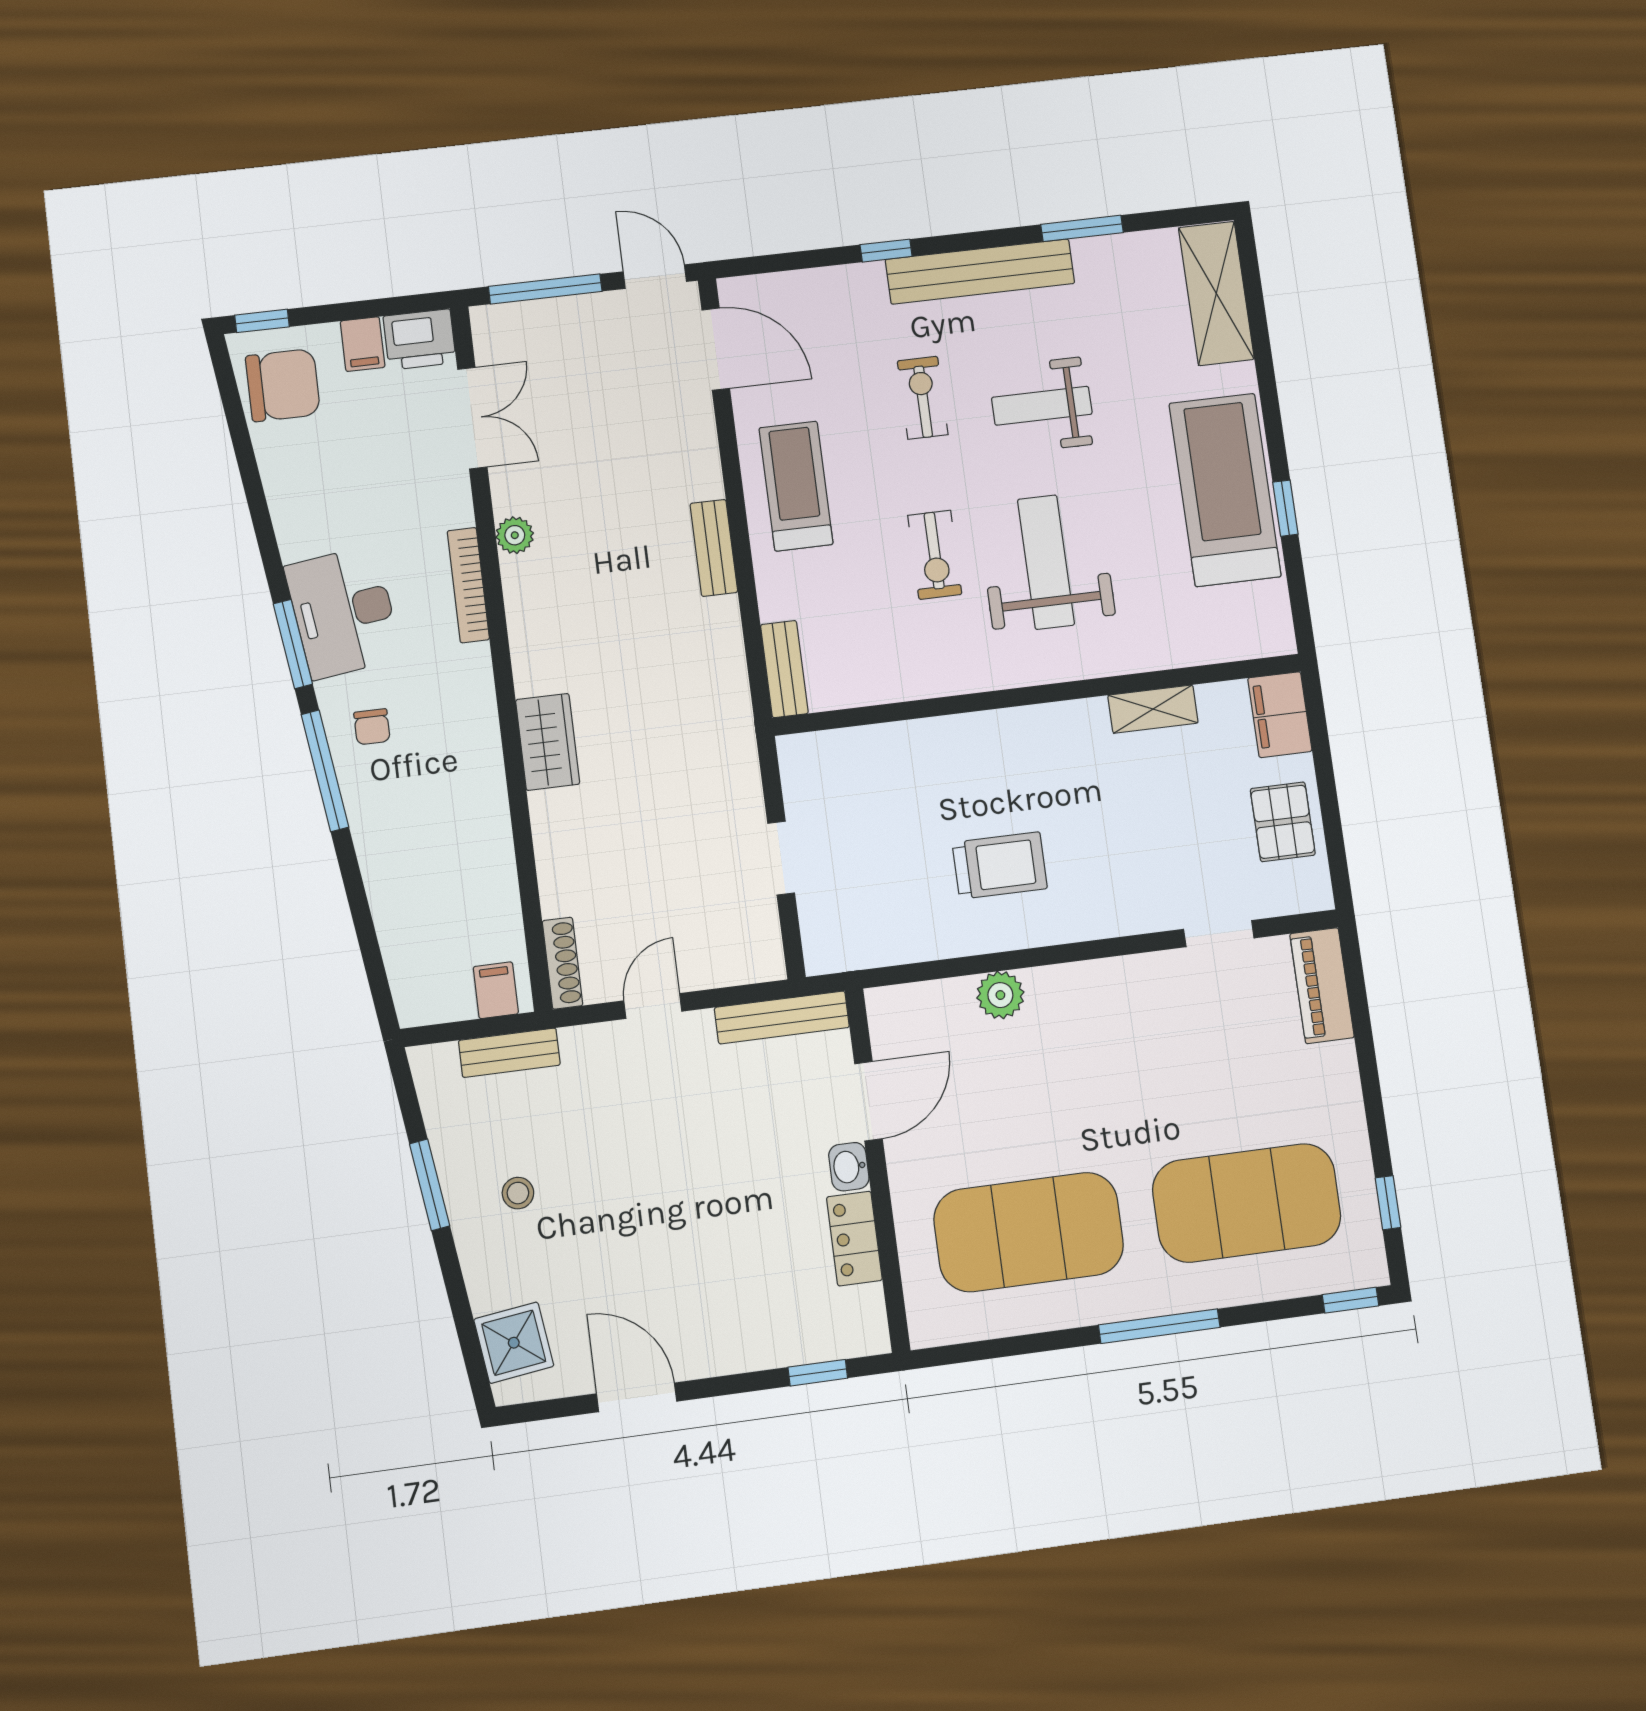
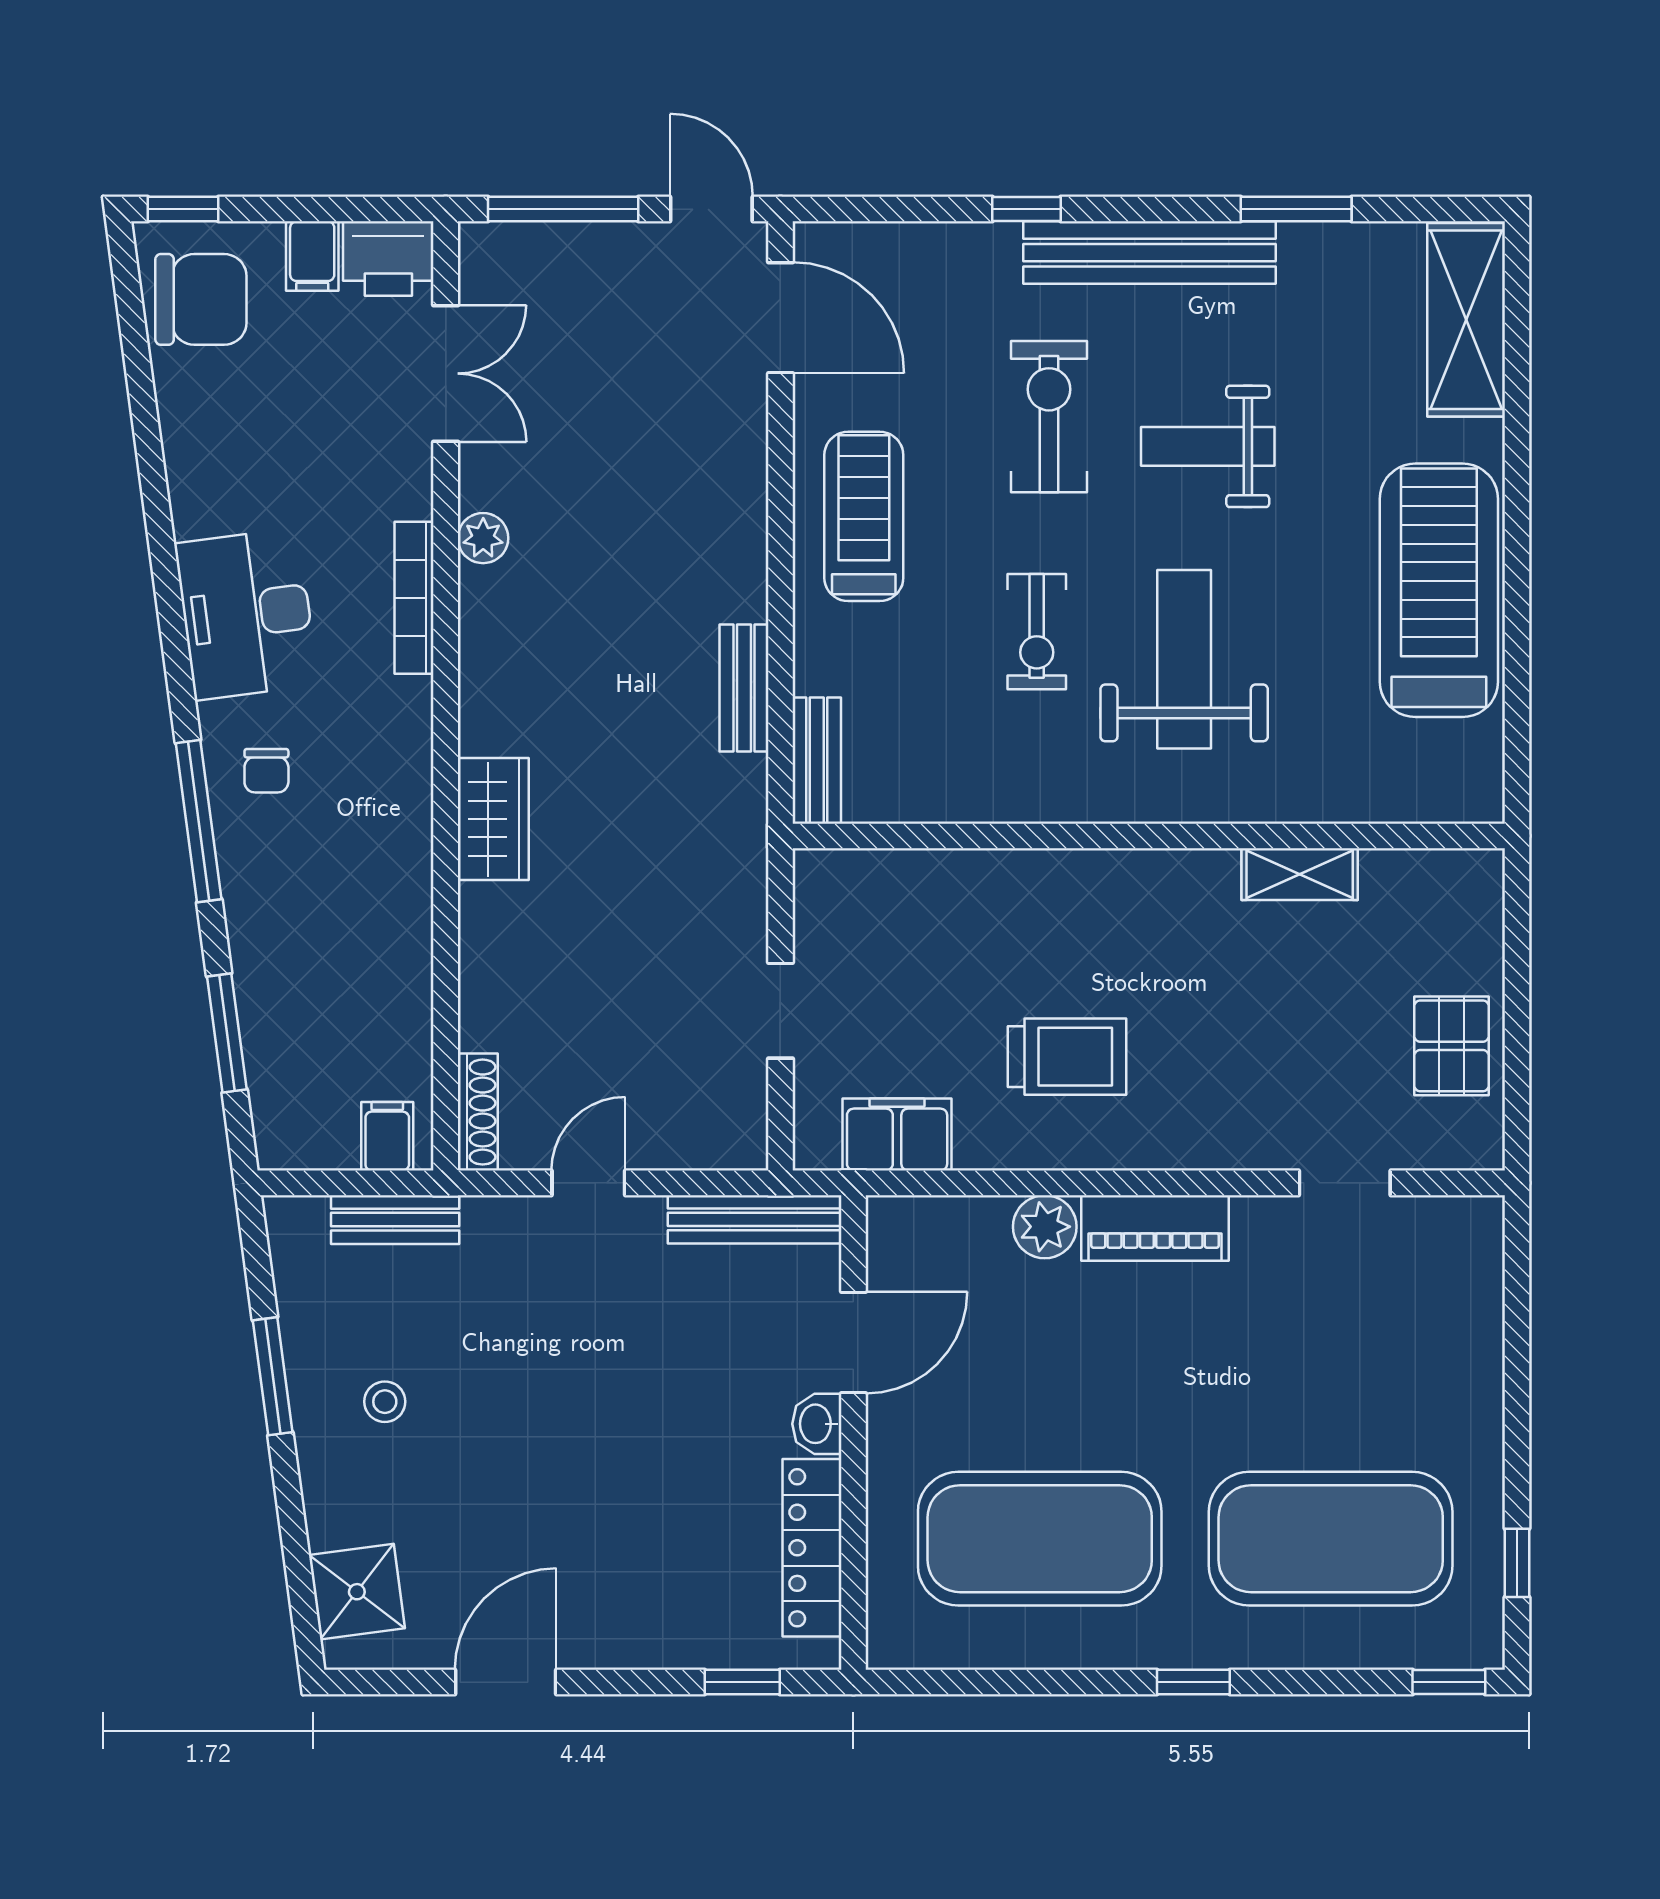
exercise bike: (923, 398) -> (1049, 417), width x1.38, depth x1.39
window: (1285, 508) -> (1517, 625), removed
bench: (714, 548) -> (744, 688), moved
window: (293, 644) -> (227, 1033), moved
filing cabinet: (1280, 715) -> (897, 1134), moved, turned 90
piano: (1322, 986) -> (1155, 1228), moved, turned -90
locker: (854, 1239) -> (812, 1548), width x1.53
window: (1159, 1326) -> (1193, 1682), width x0.46
door: (637, 1397) -> (506, 1682), hinge flipped

